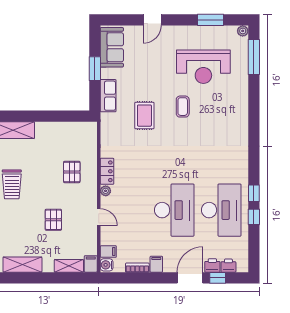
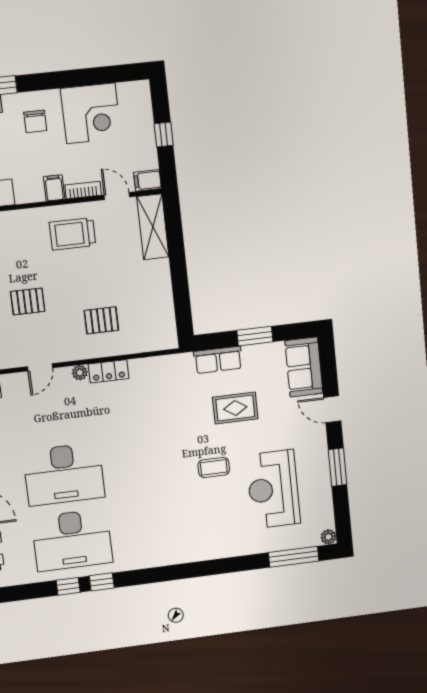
window: (211, 20) -> (338, 467), moved
sofa: (112, 47) -> (304, 367), moved, turned 90
rug: (144, 116) -> (235, 408), moved

